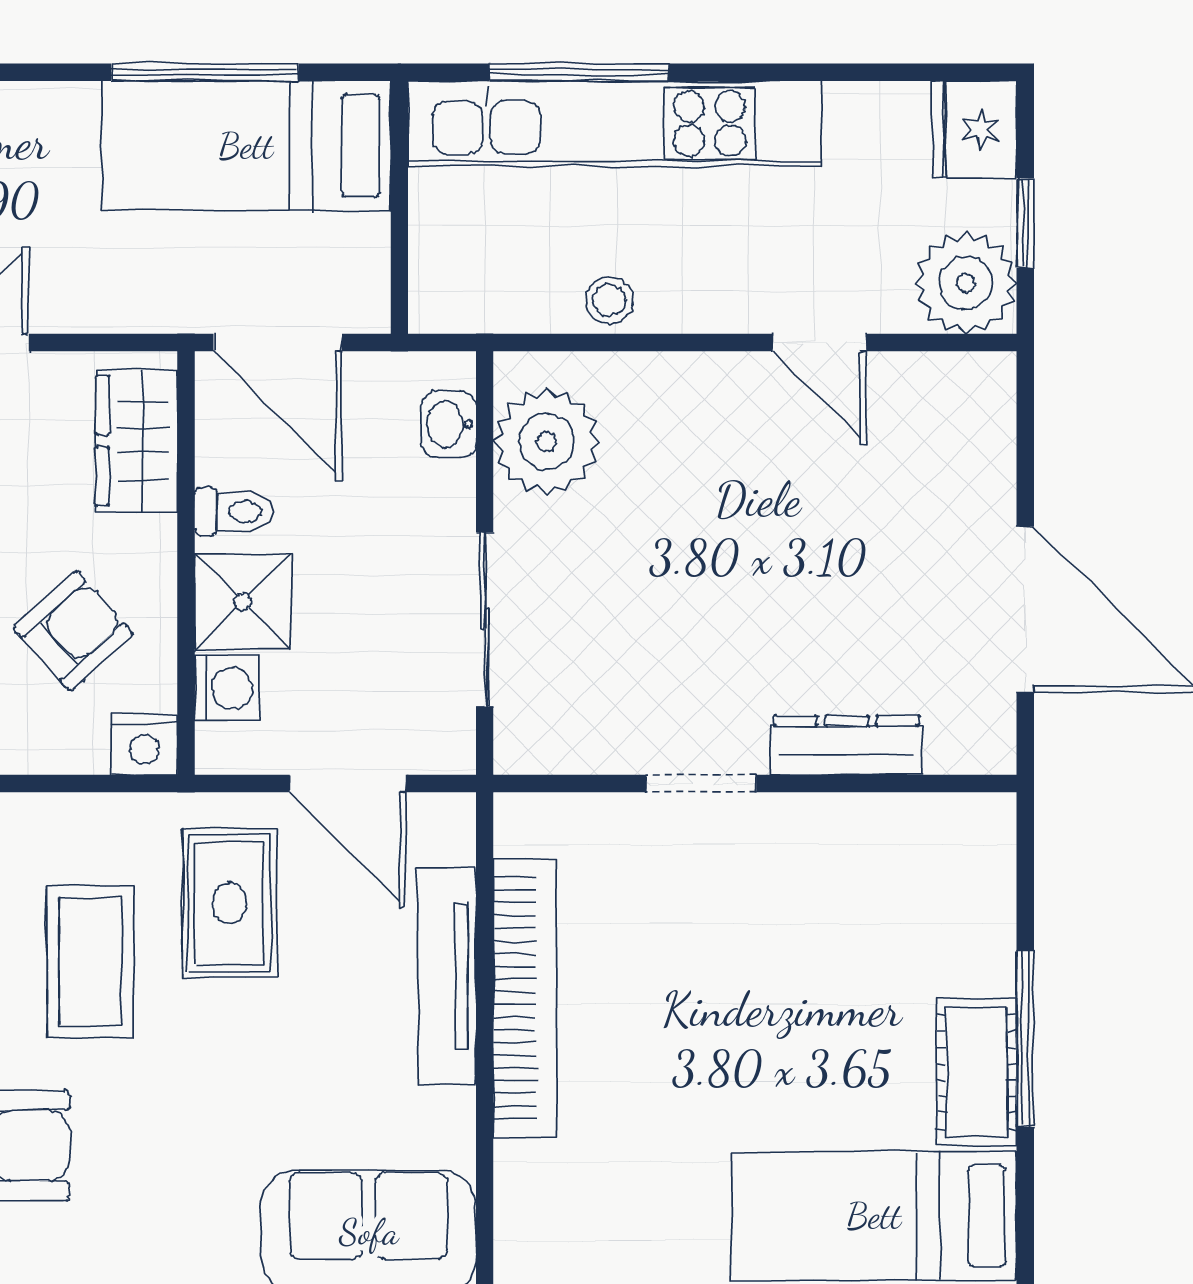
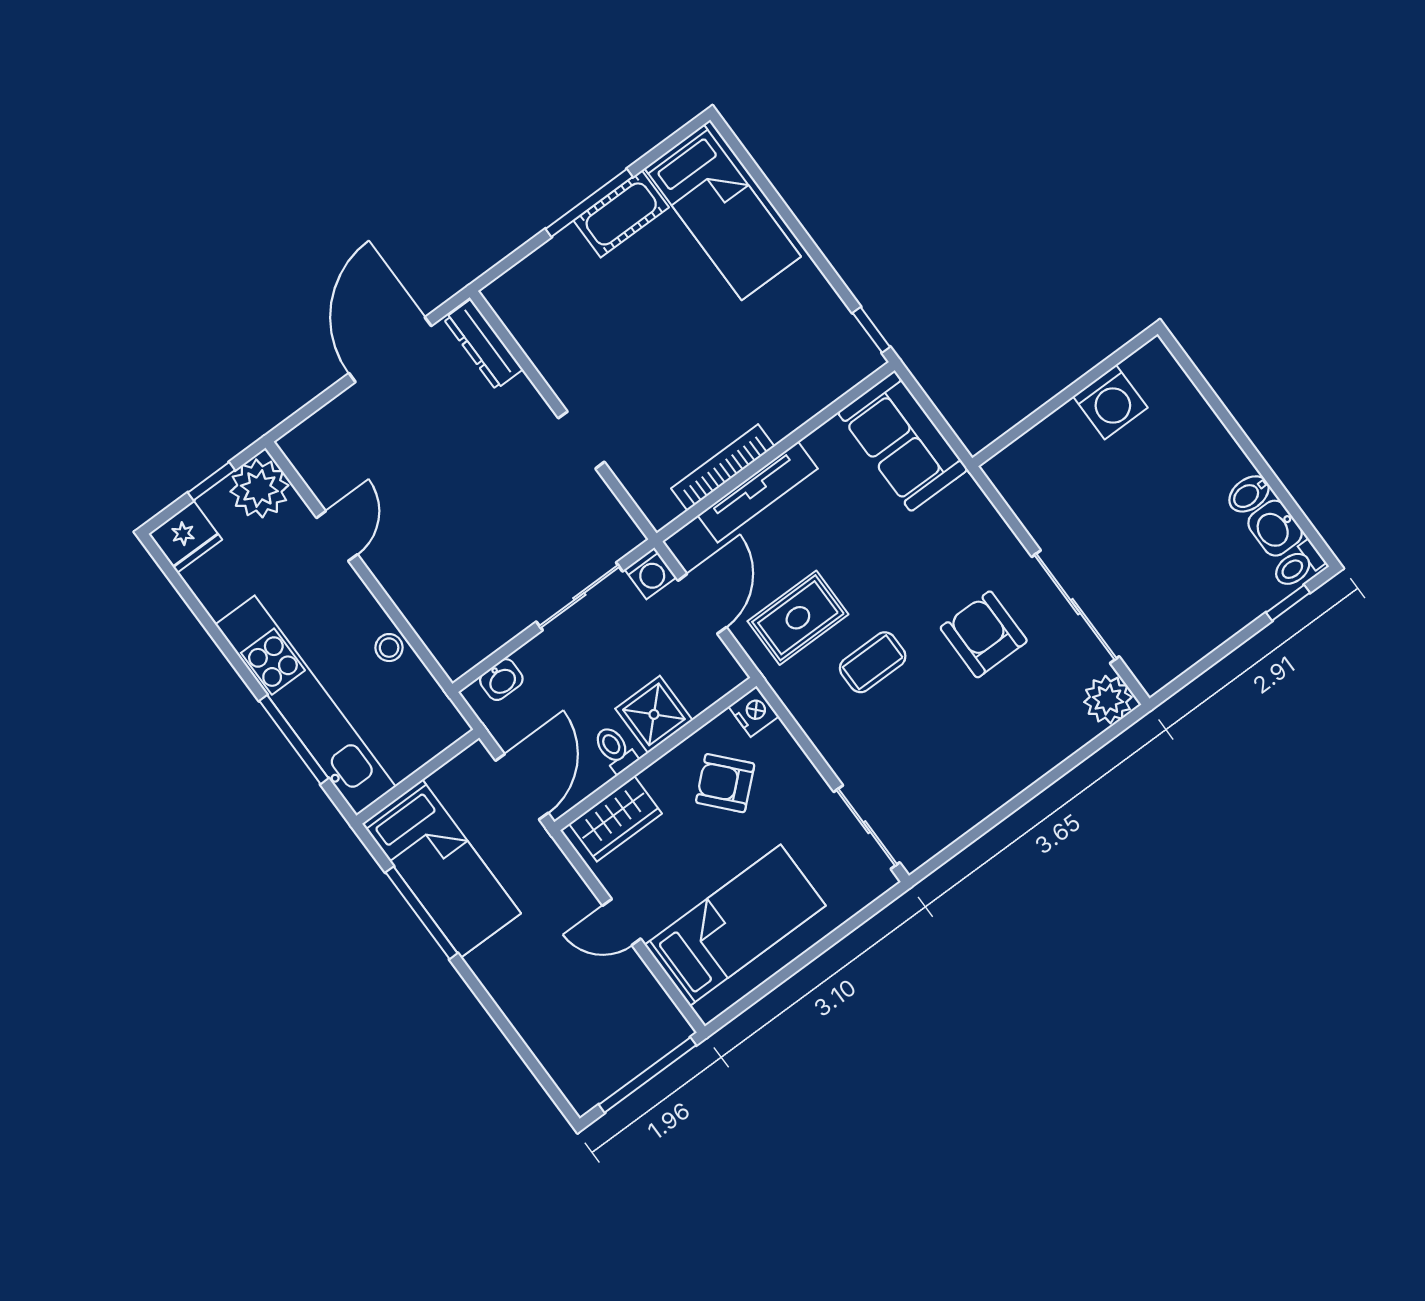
plant: (546, 442) -> (476, 629), removed
washing machine: (227, 688) -> (650, 573), moved, turned 180
dresser: (847, 745) -> (483, 344), moved
coffee table: (90, 962) -> (873, 662), width x0.73, depth x0.77
bookcase: (525, 998) -> (723, 467), width x0.68, depth x0.76

